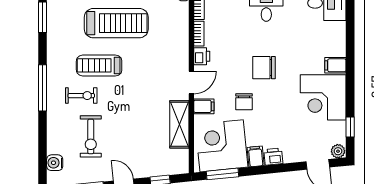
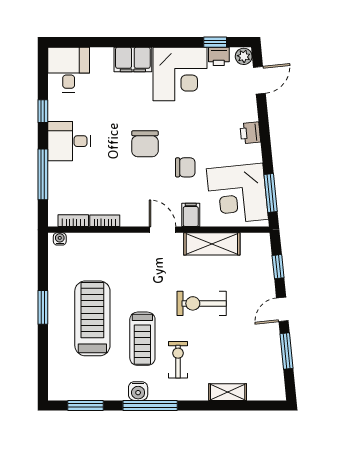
printer: (202, 56) -> (219, 56), moved, turned 180
filing cabinet: (335, 65) -> (133, 59), width x2.00
window: (43, 88) -> (150, 405), moved
exercise bike: (91, 136) -> (202, 303), moved, turned 180
shelving: (54, 138) -> (228, 392), added
filing cabinet: (256, 156) -> (250, 154), removed
water cooler: (55, 163) -> (138, 391), moved

